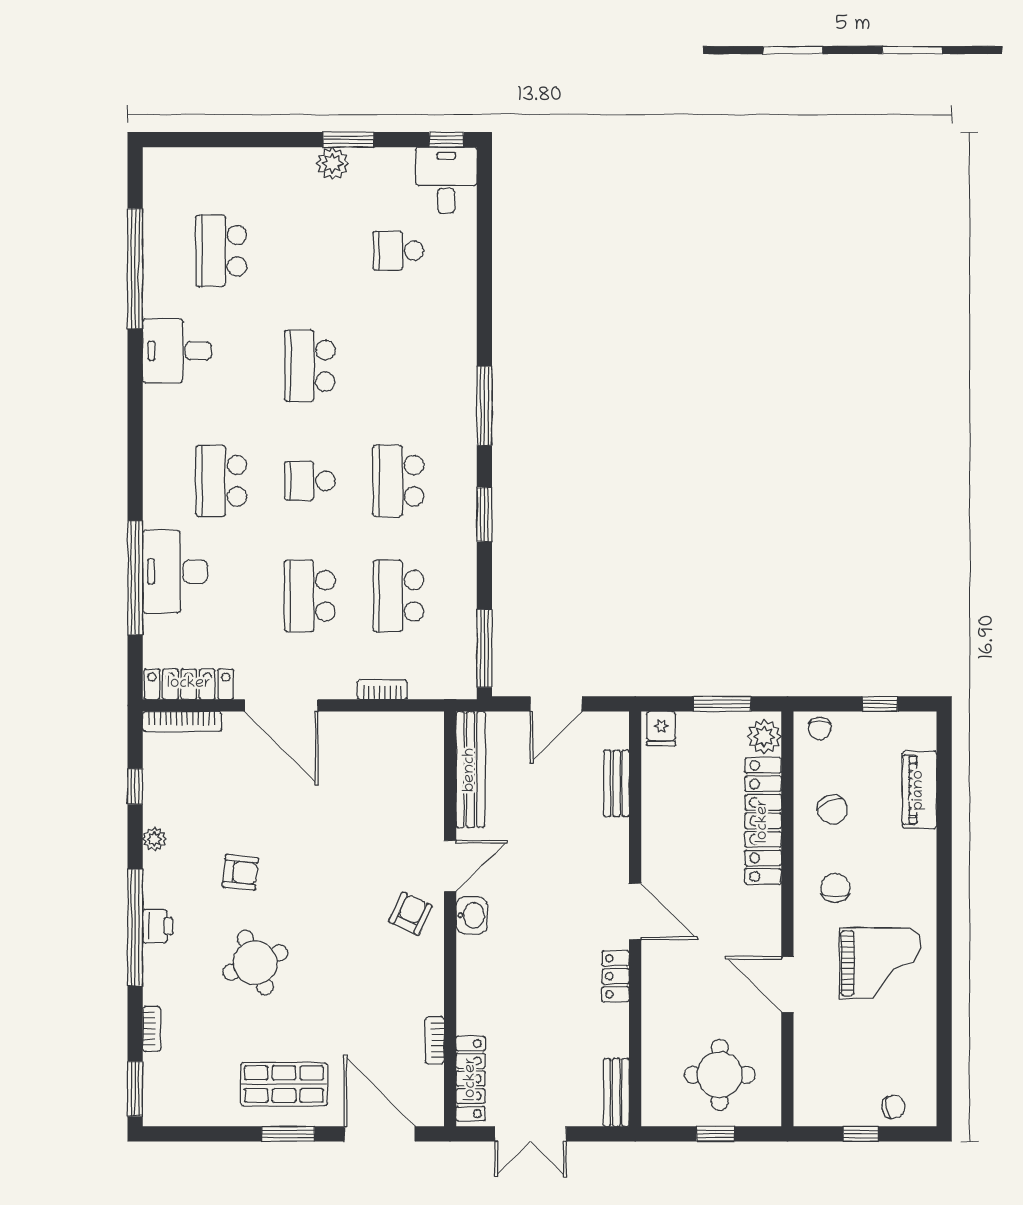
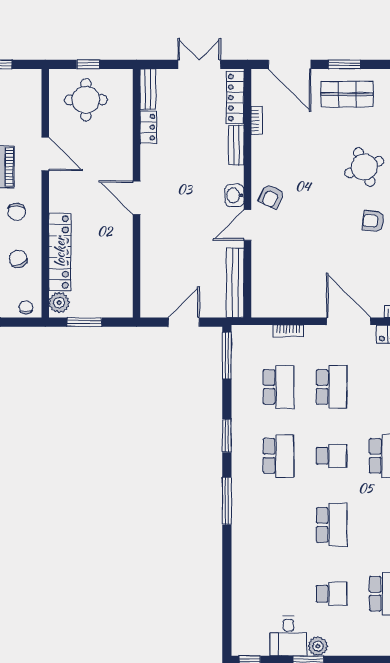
desk: (446, 180) -> (288, 636), moved
school desk: (398, 251) -> (332, 594), moved
fridge: (661, 729) -> (121, 307), removed
bench: (617, 783) -> (236, 145), moved
locker: (616, 976) -> (148, 127), moved

